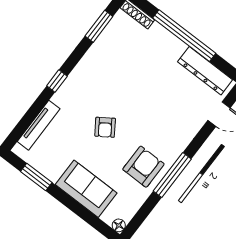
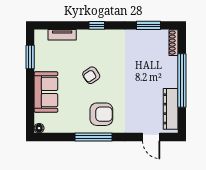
tv unit: (39, 125) -> (62, 35), width x0.71
armchair: (143, 167) -> (101, 114), moved

